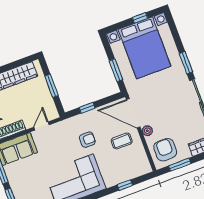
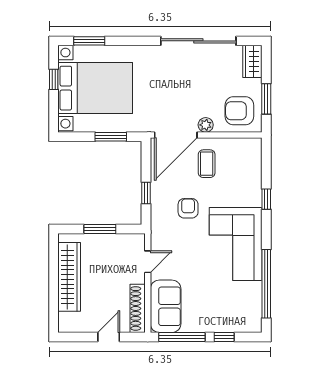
window: (186, 63) -> (89, 41), moved
door: (42, 126) -> (148, 262), swing flipped
window: (125, 185) -> (266, 199), moved

